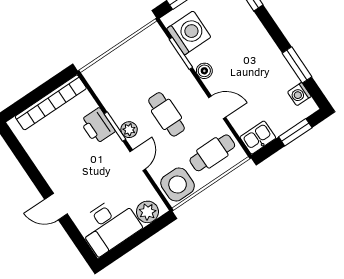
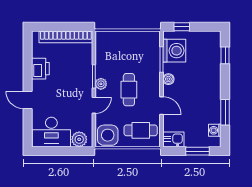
printer: (97, 126) -> (40, 69), moved, turned 180

